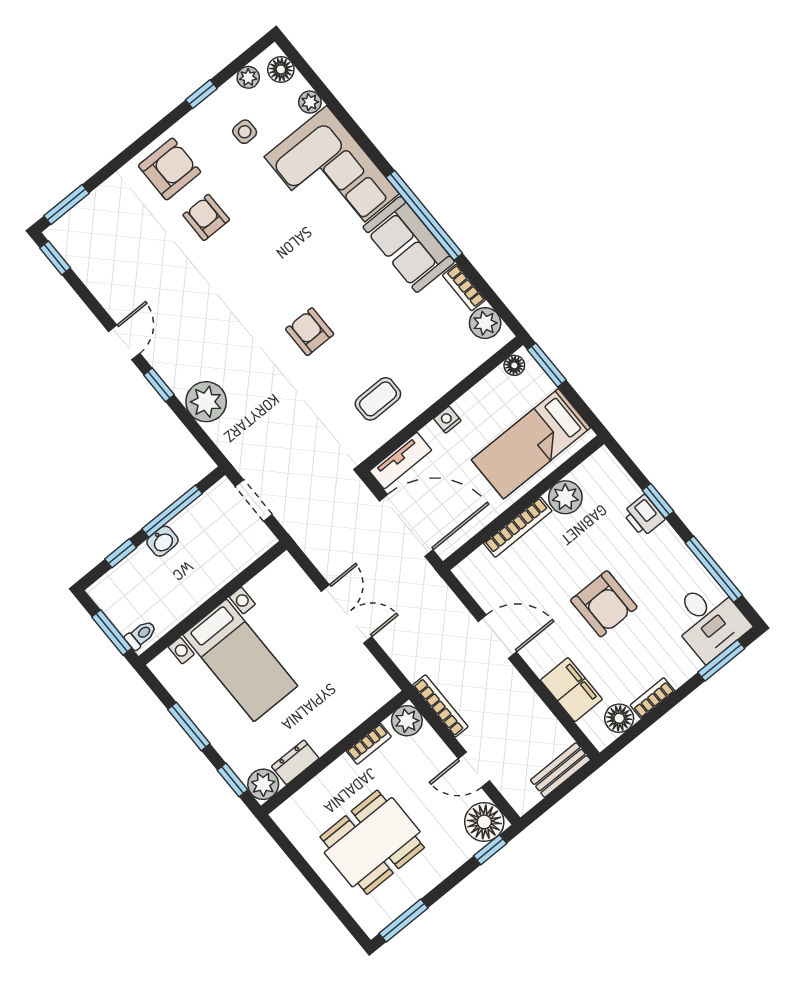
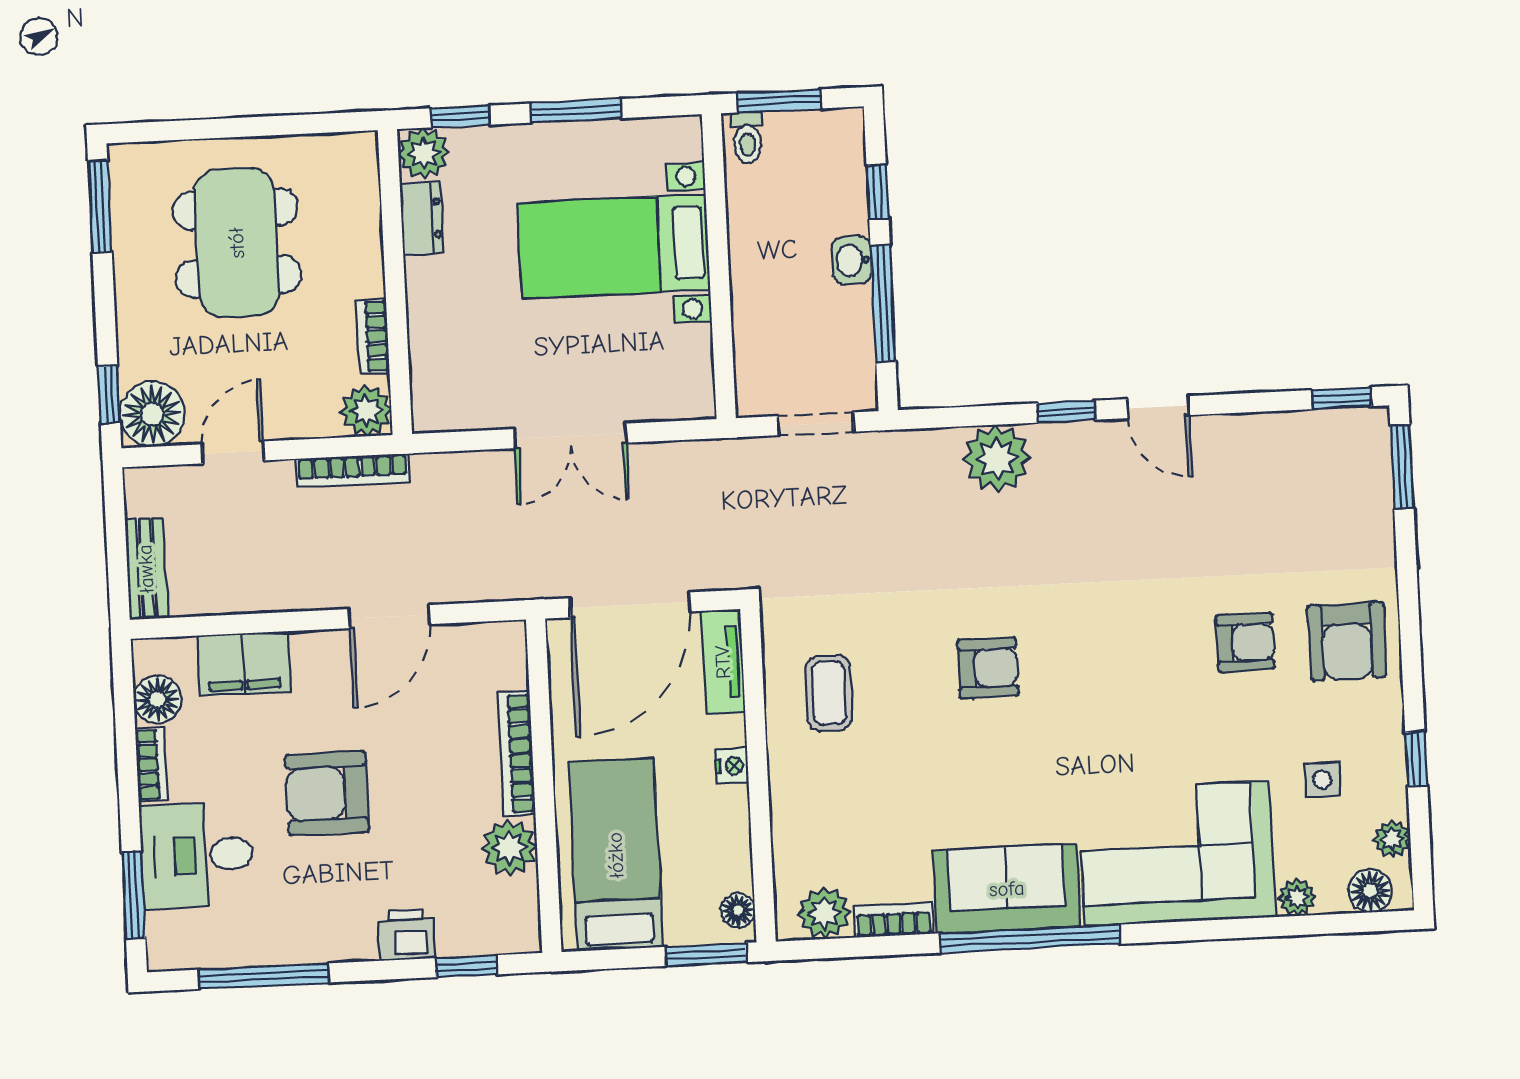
window: (658, 501) -> (466, 966), moved
desk: (709, 620) -> (197, 855), moved

